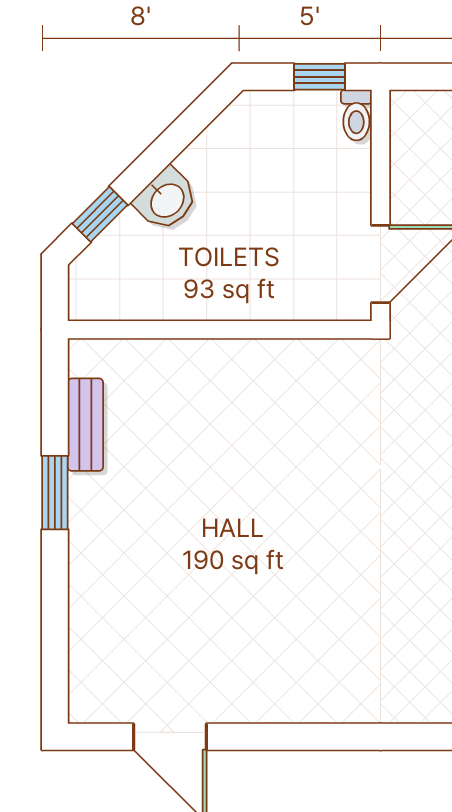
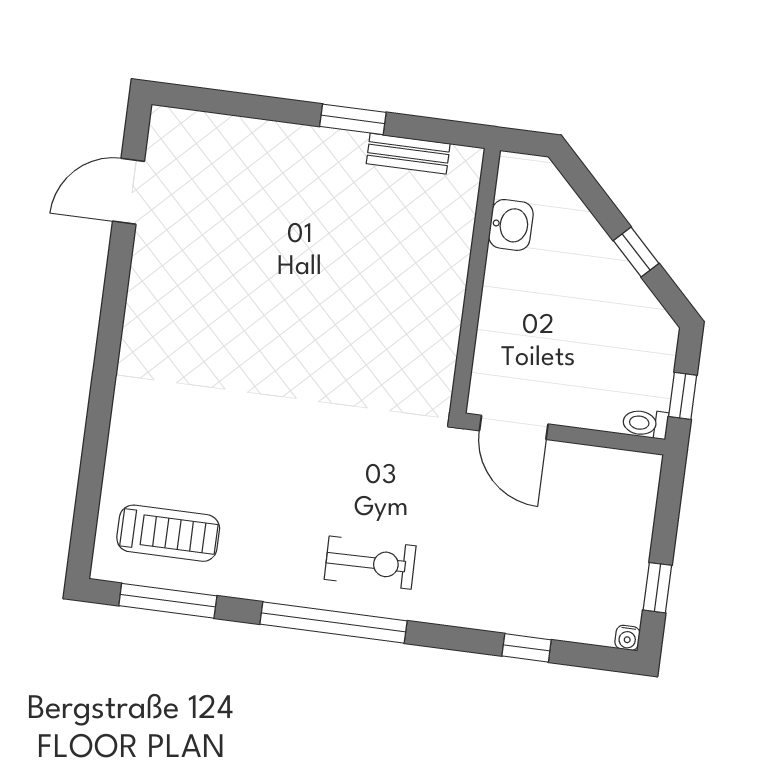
washbasin: (166, 200) -> (511, 225), moved, turned -135
window: (100, 214) -> (636, 252), moved

